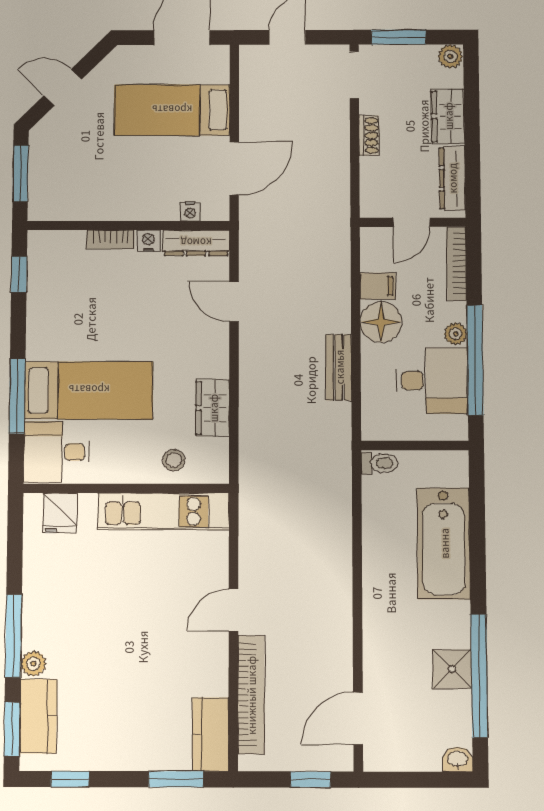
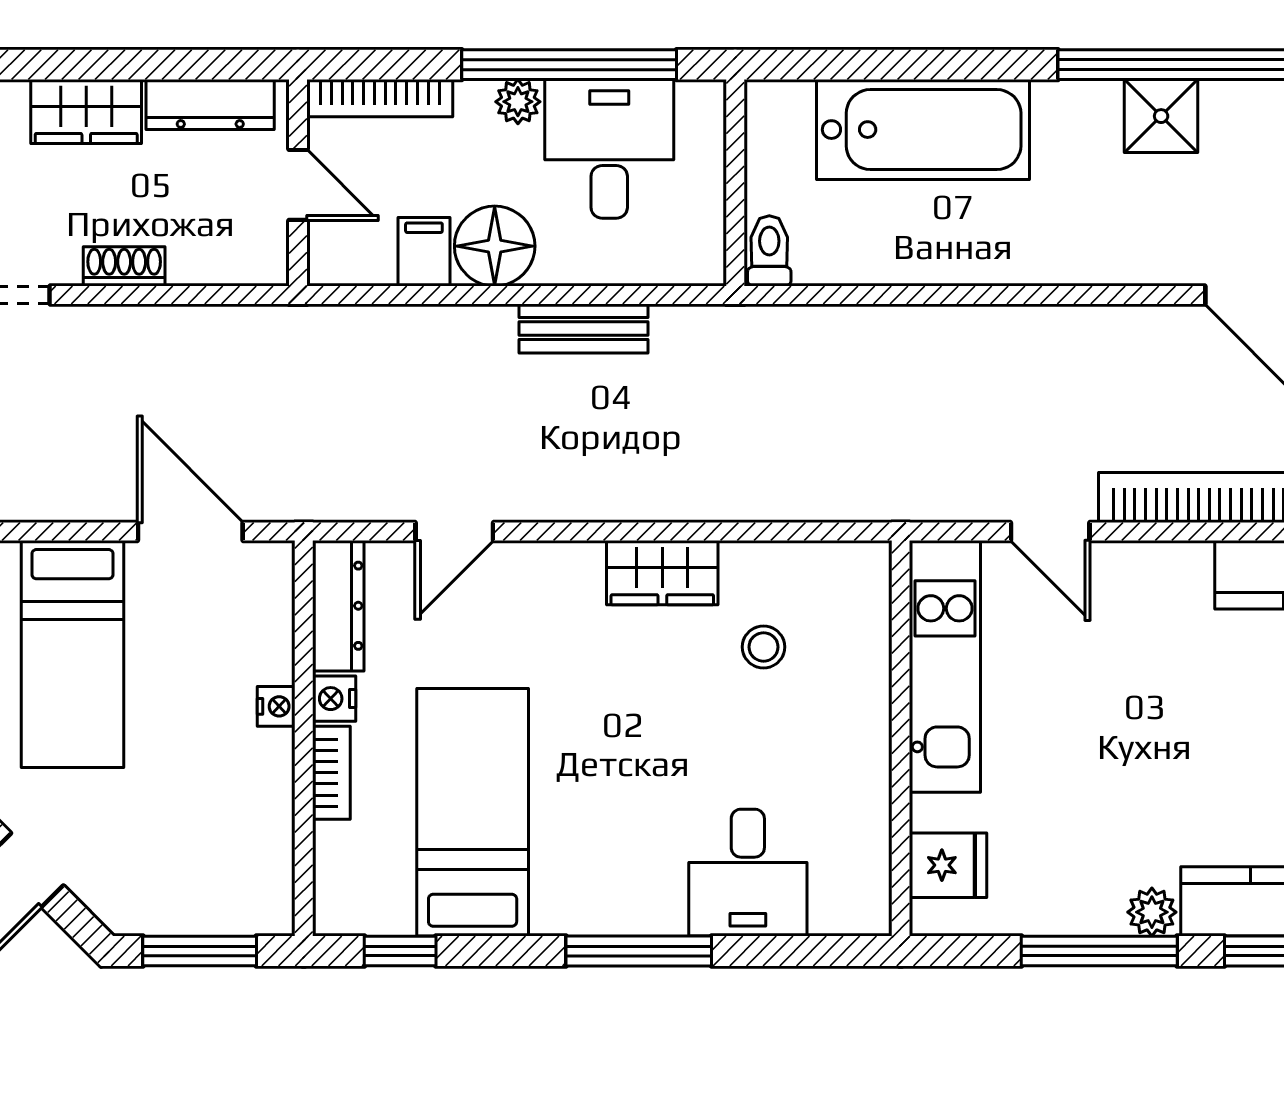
nightstand: (190, 212) -> (276, 706), moved
bed: (89, 390) -> (473, 812), moved
wall: (126, 488) -> (901, 738), moved
kitchen unit: (163, 511) -> (945, 666), moved
fridge: (60, 513) -> (948, 865), moved

